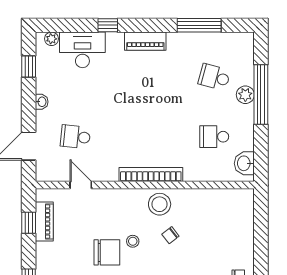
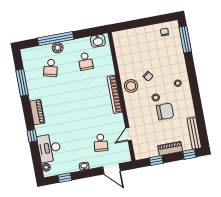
piano: (44, 222) -> (170, 148), moved
chair: (107, 252) -> (165, 111), turned 90

